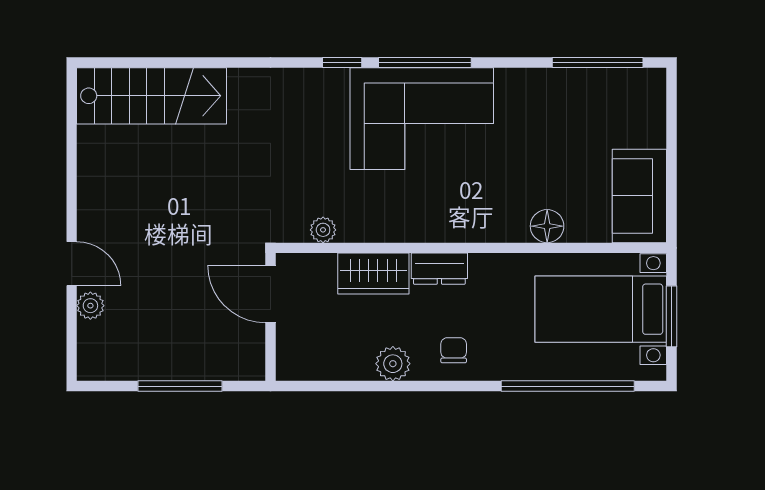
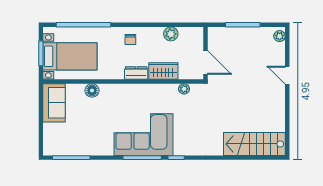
plant: (90, 306) -> (280, 36), moved
plant: (393, 364) -> (171, 34), moved

